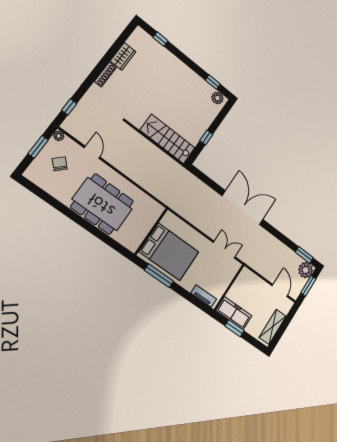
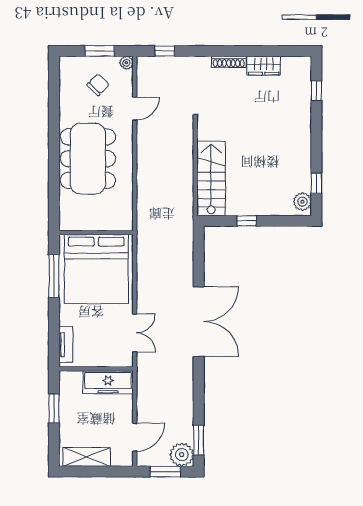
bed: (169, 252) -> (96, 269), width x1.36
freezer: (234, 313) -> (108, 382), moved, turned 90

